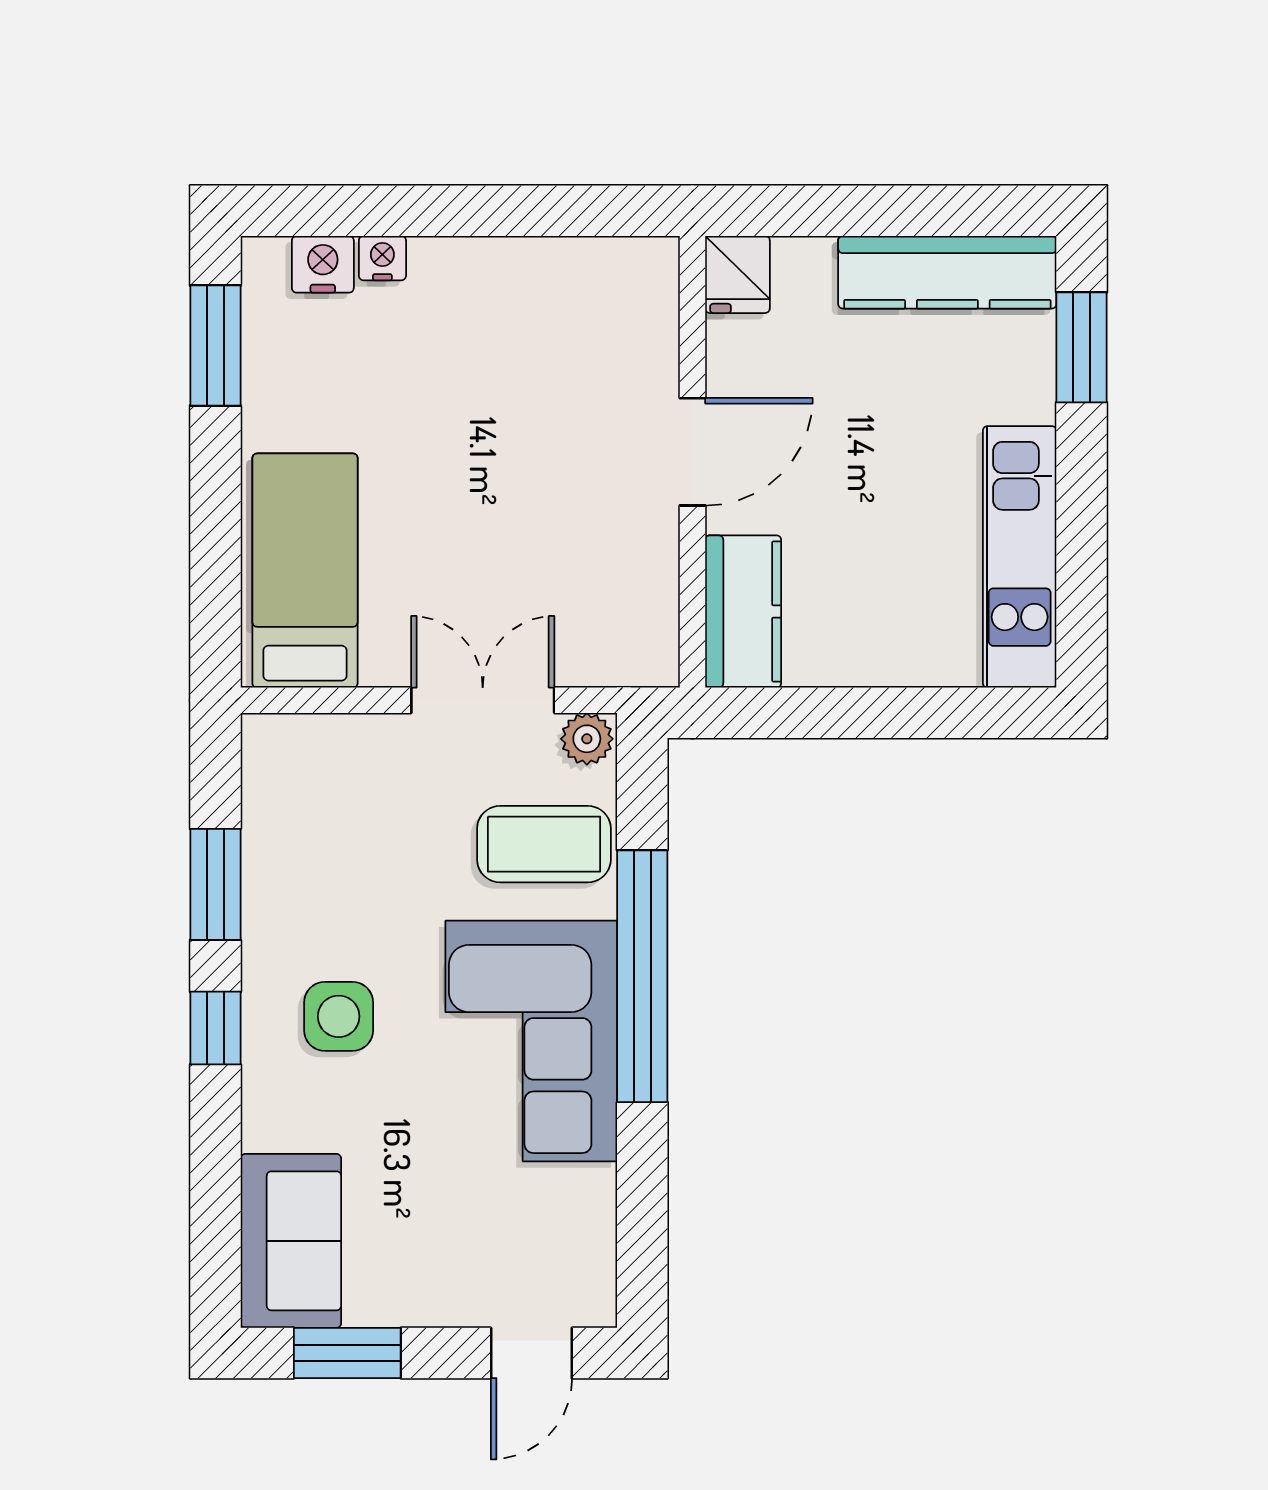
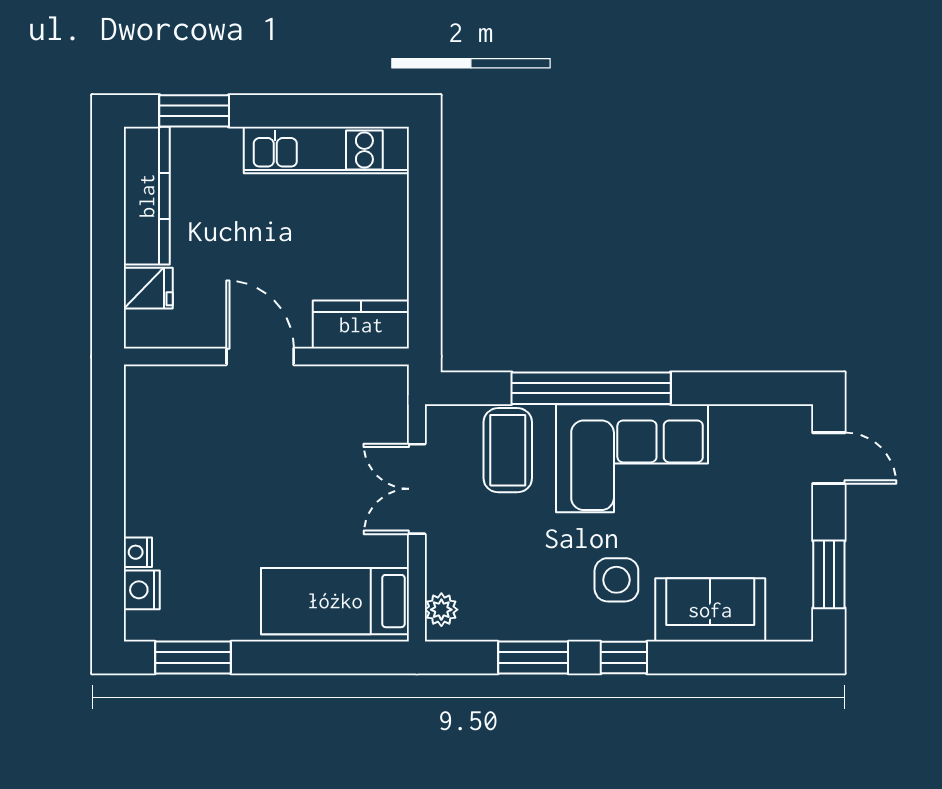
fridge: (737, 274) -> (148, 288), moved
plant: (587, 739) -> (441, 610), moved
sofa: (291, 1241) -> (710, 610), moved

